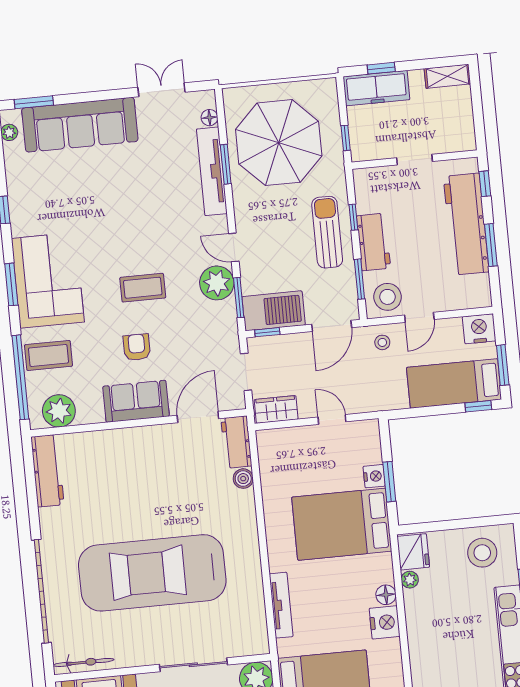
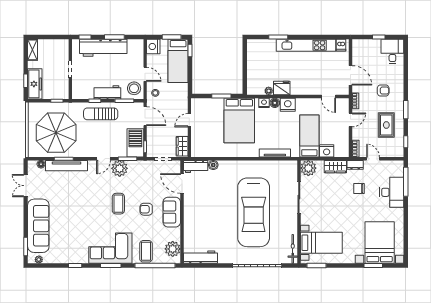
nightstand: (374, 476) -> (264, 103), moved
fridge: (413, 552) -> (282, 88), moved
stool: (482, 553) -> (259, 55), removed

